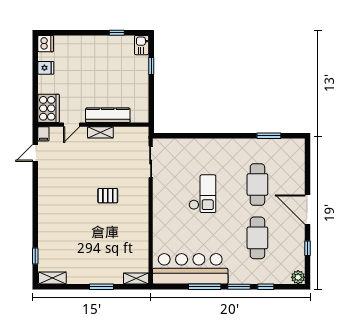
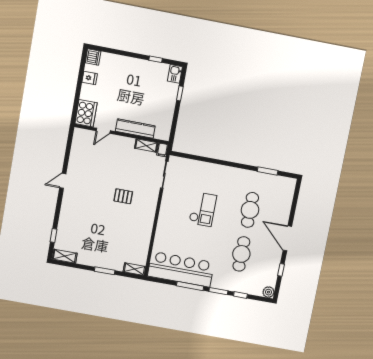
shelving: (100, 132) -> (146, 146), moved
filing cabinet: (43, 134) -> (162, 150), moved
door: (35, 153) -> (63, 181), moved

